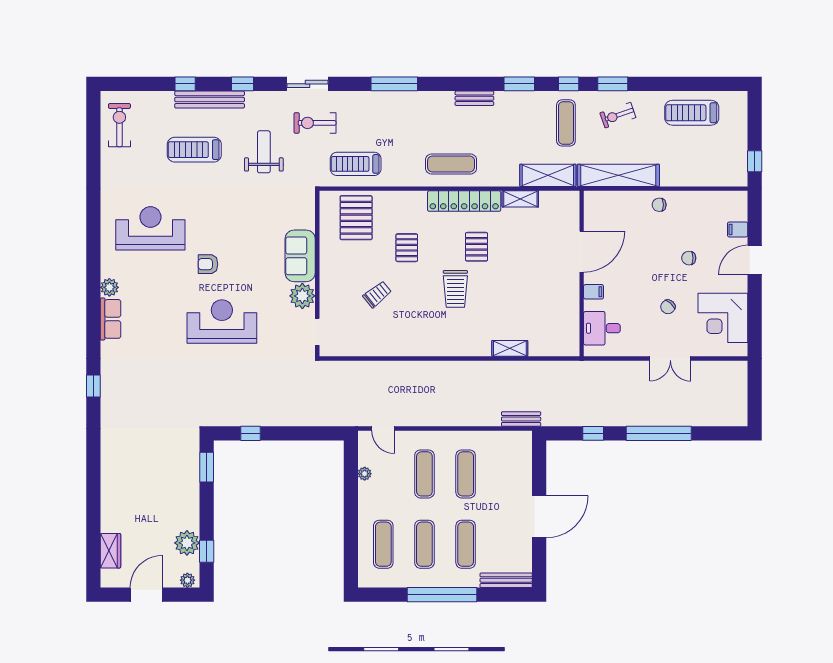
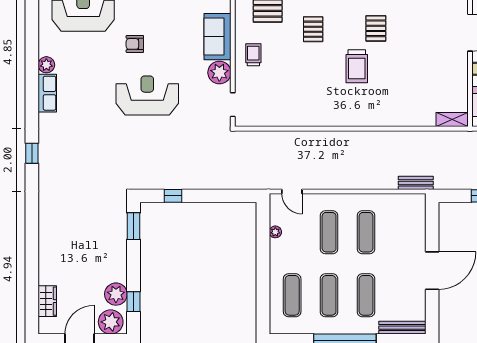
trolley: (377, 294) -> (253, 55), moved, turned -51
shelving: (510, 348) -> (452, 120), moved
plant: (187, 580) -> (111, 322), width x1.87, depth x1.87

